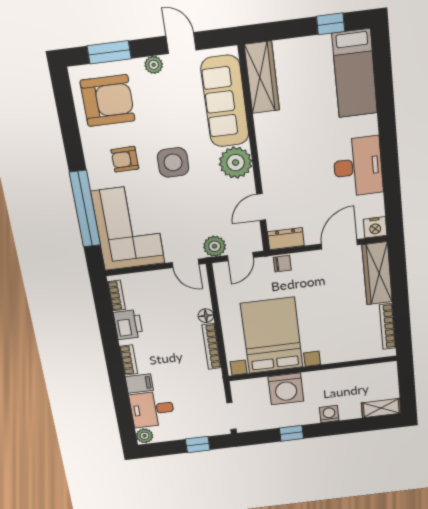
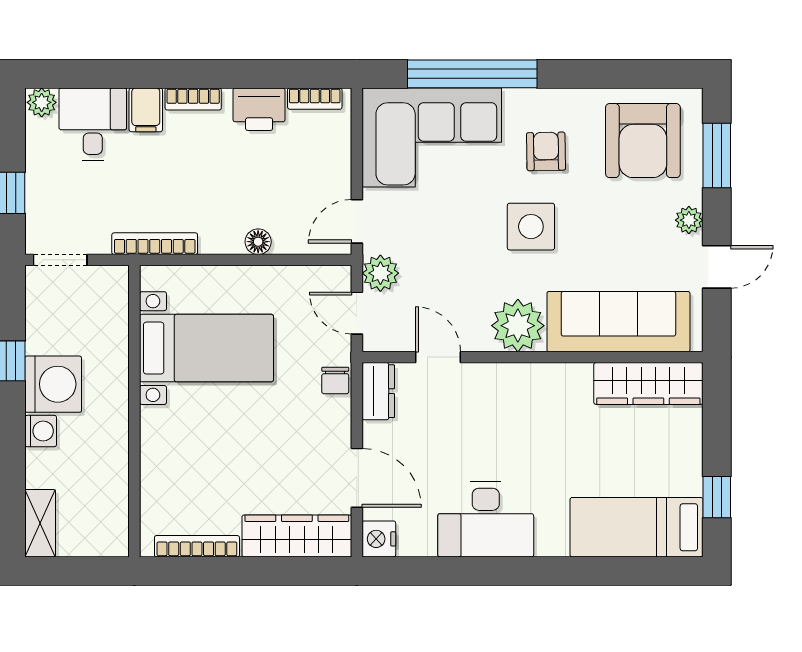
bed with nightstands: (272, 335) -> (206, 348), width x0.73
bookcase: (212, 346) -> (155, 244), moved
washing machine: (286, 389) -> (53, 384), moved, turned 180

